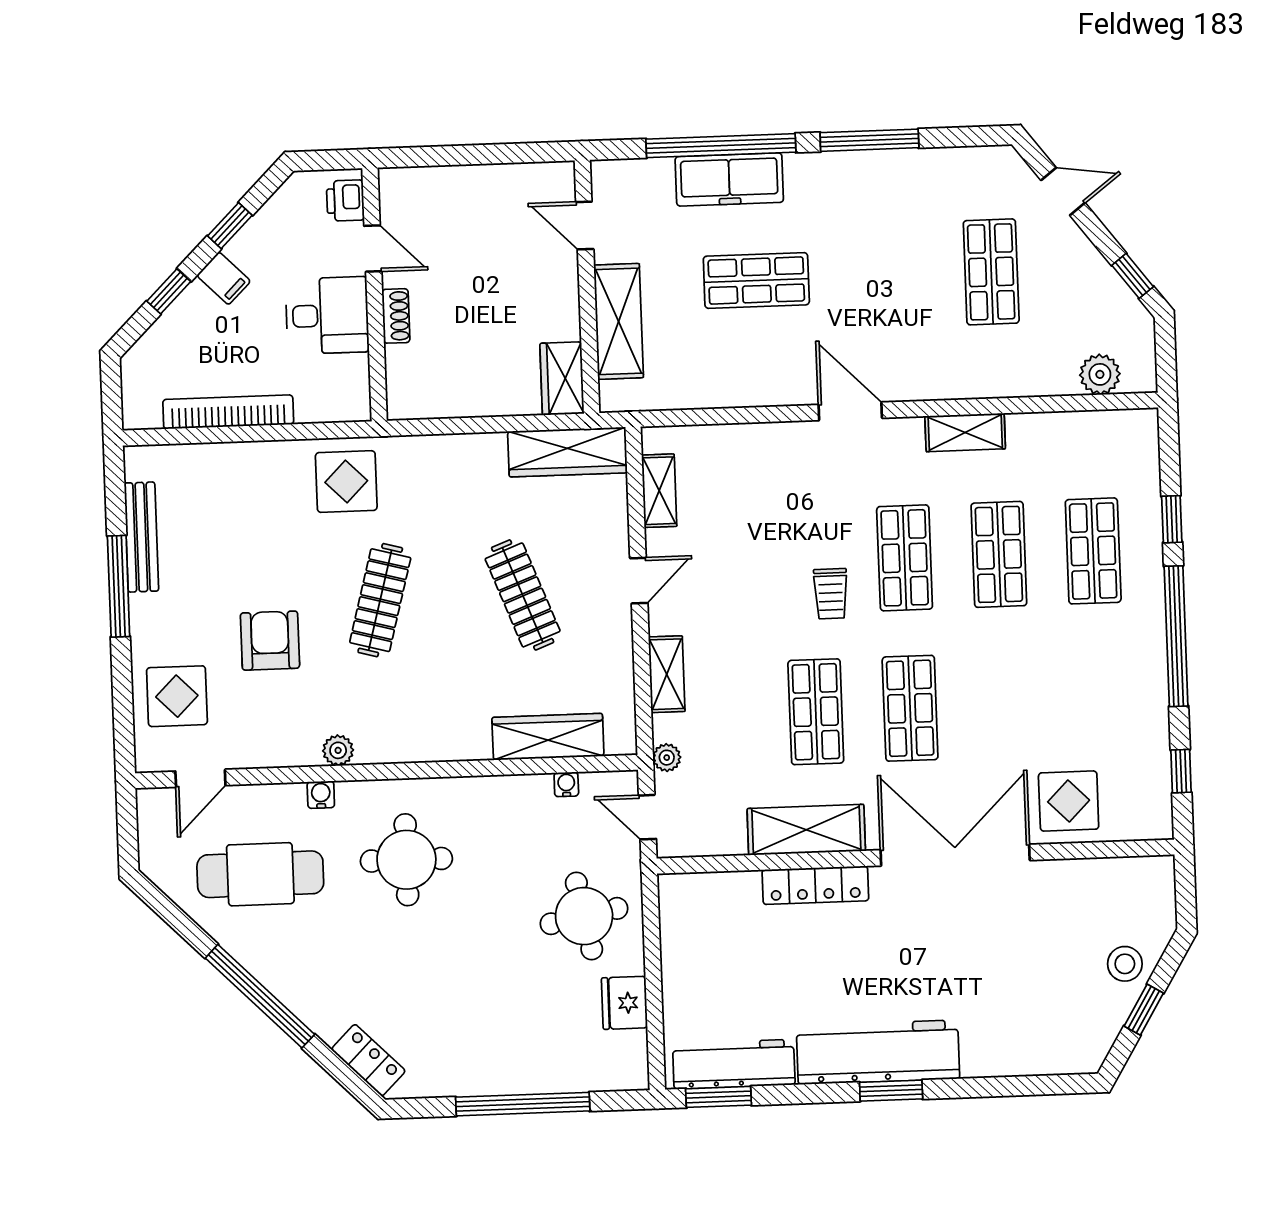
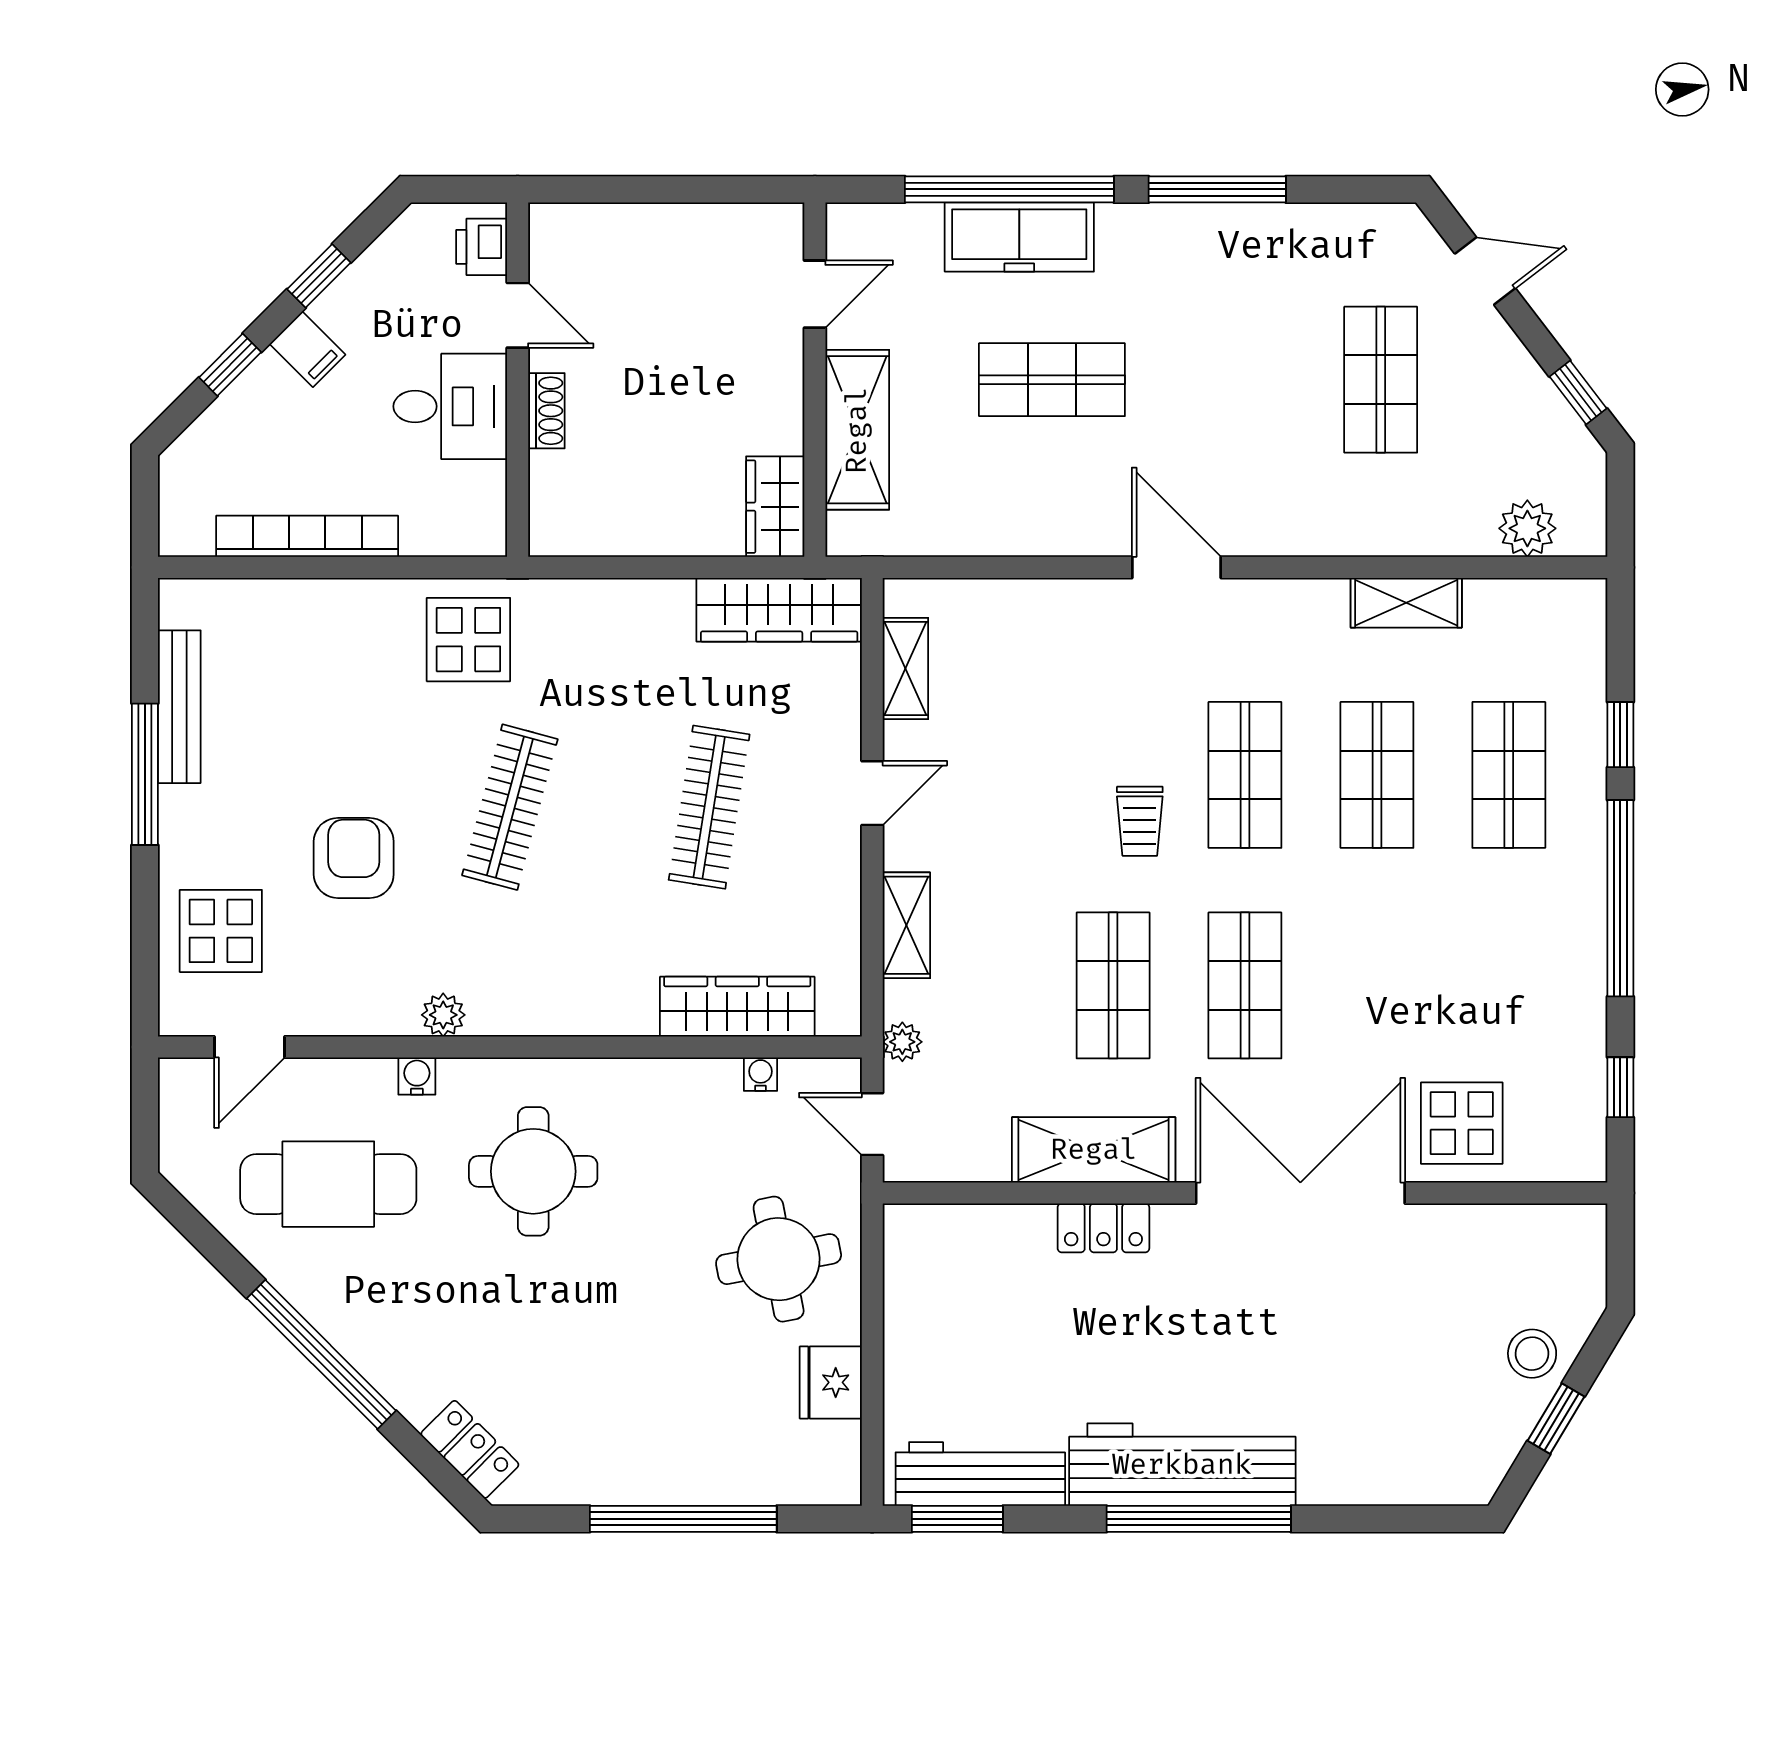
door: (585, 226) -> (815, 294), swing flipped
shelving: (965, 432) -> (1406, 603), moved
clothes rail: (523, 595) -> (709, 807), turned 30
locker: (815, 885) -> (1103, 1228), width x0.66
window: (891, 1091) -> (1199, 1519), width x2.11

